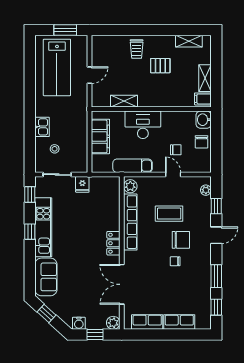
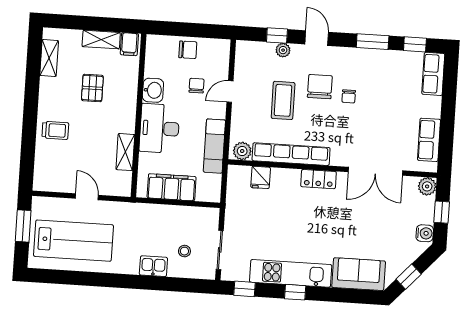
pallet: (160, 66) -> (92, 88), moved
washbasin: (204, 120) -> (153, 90), moved, turned -90
fridge: (82, 184) -> (261, 177), moved, turned 90
plant: (206, 190) -> (283, 50), moved
row of seats: (179, 322) -> (433, 74), moved

